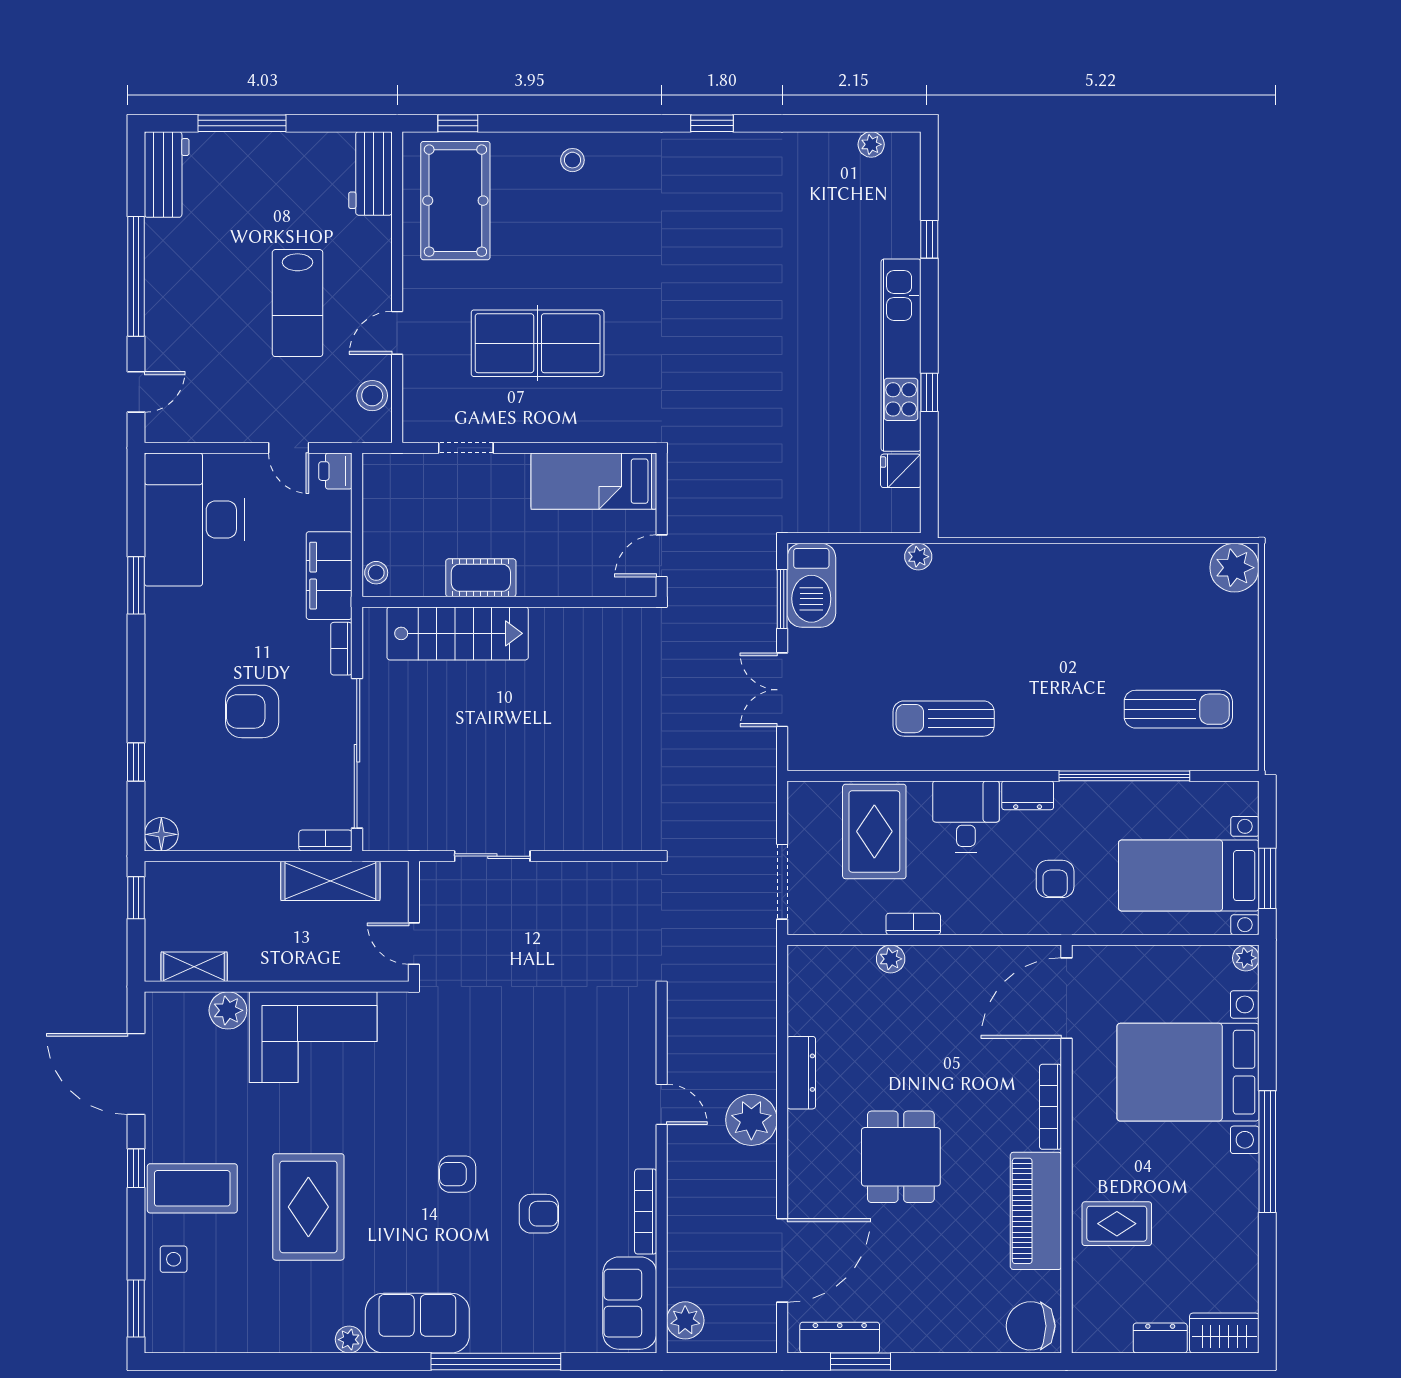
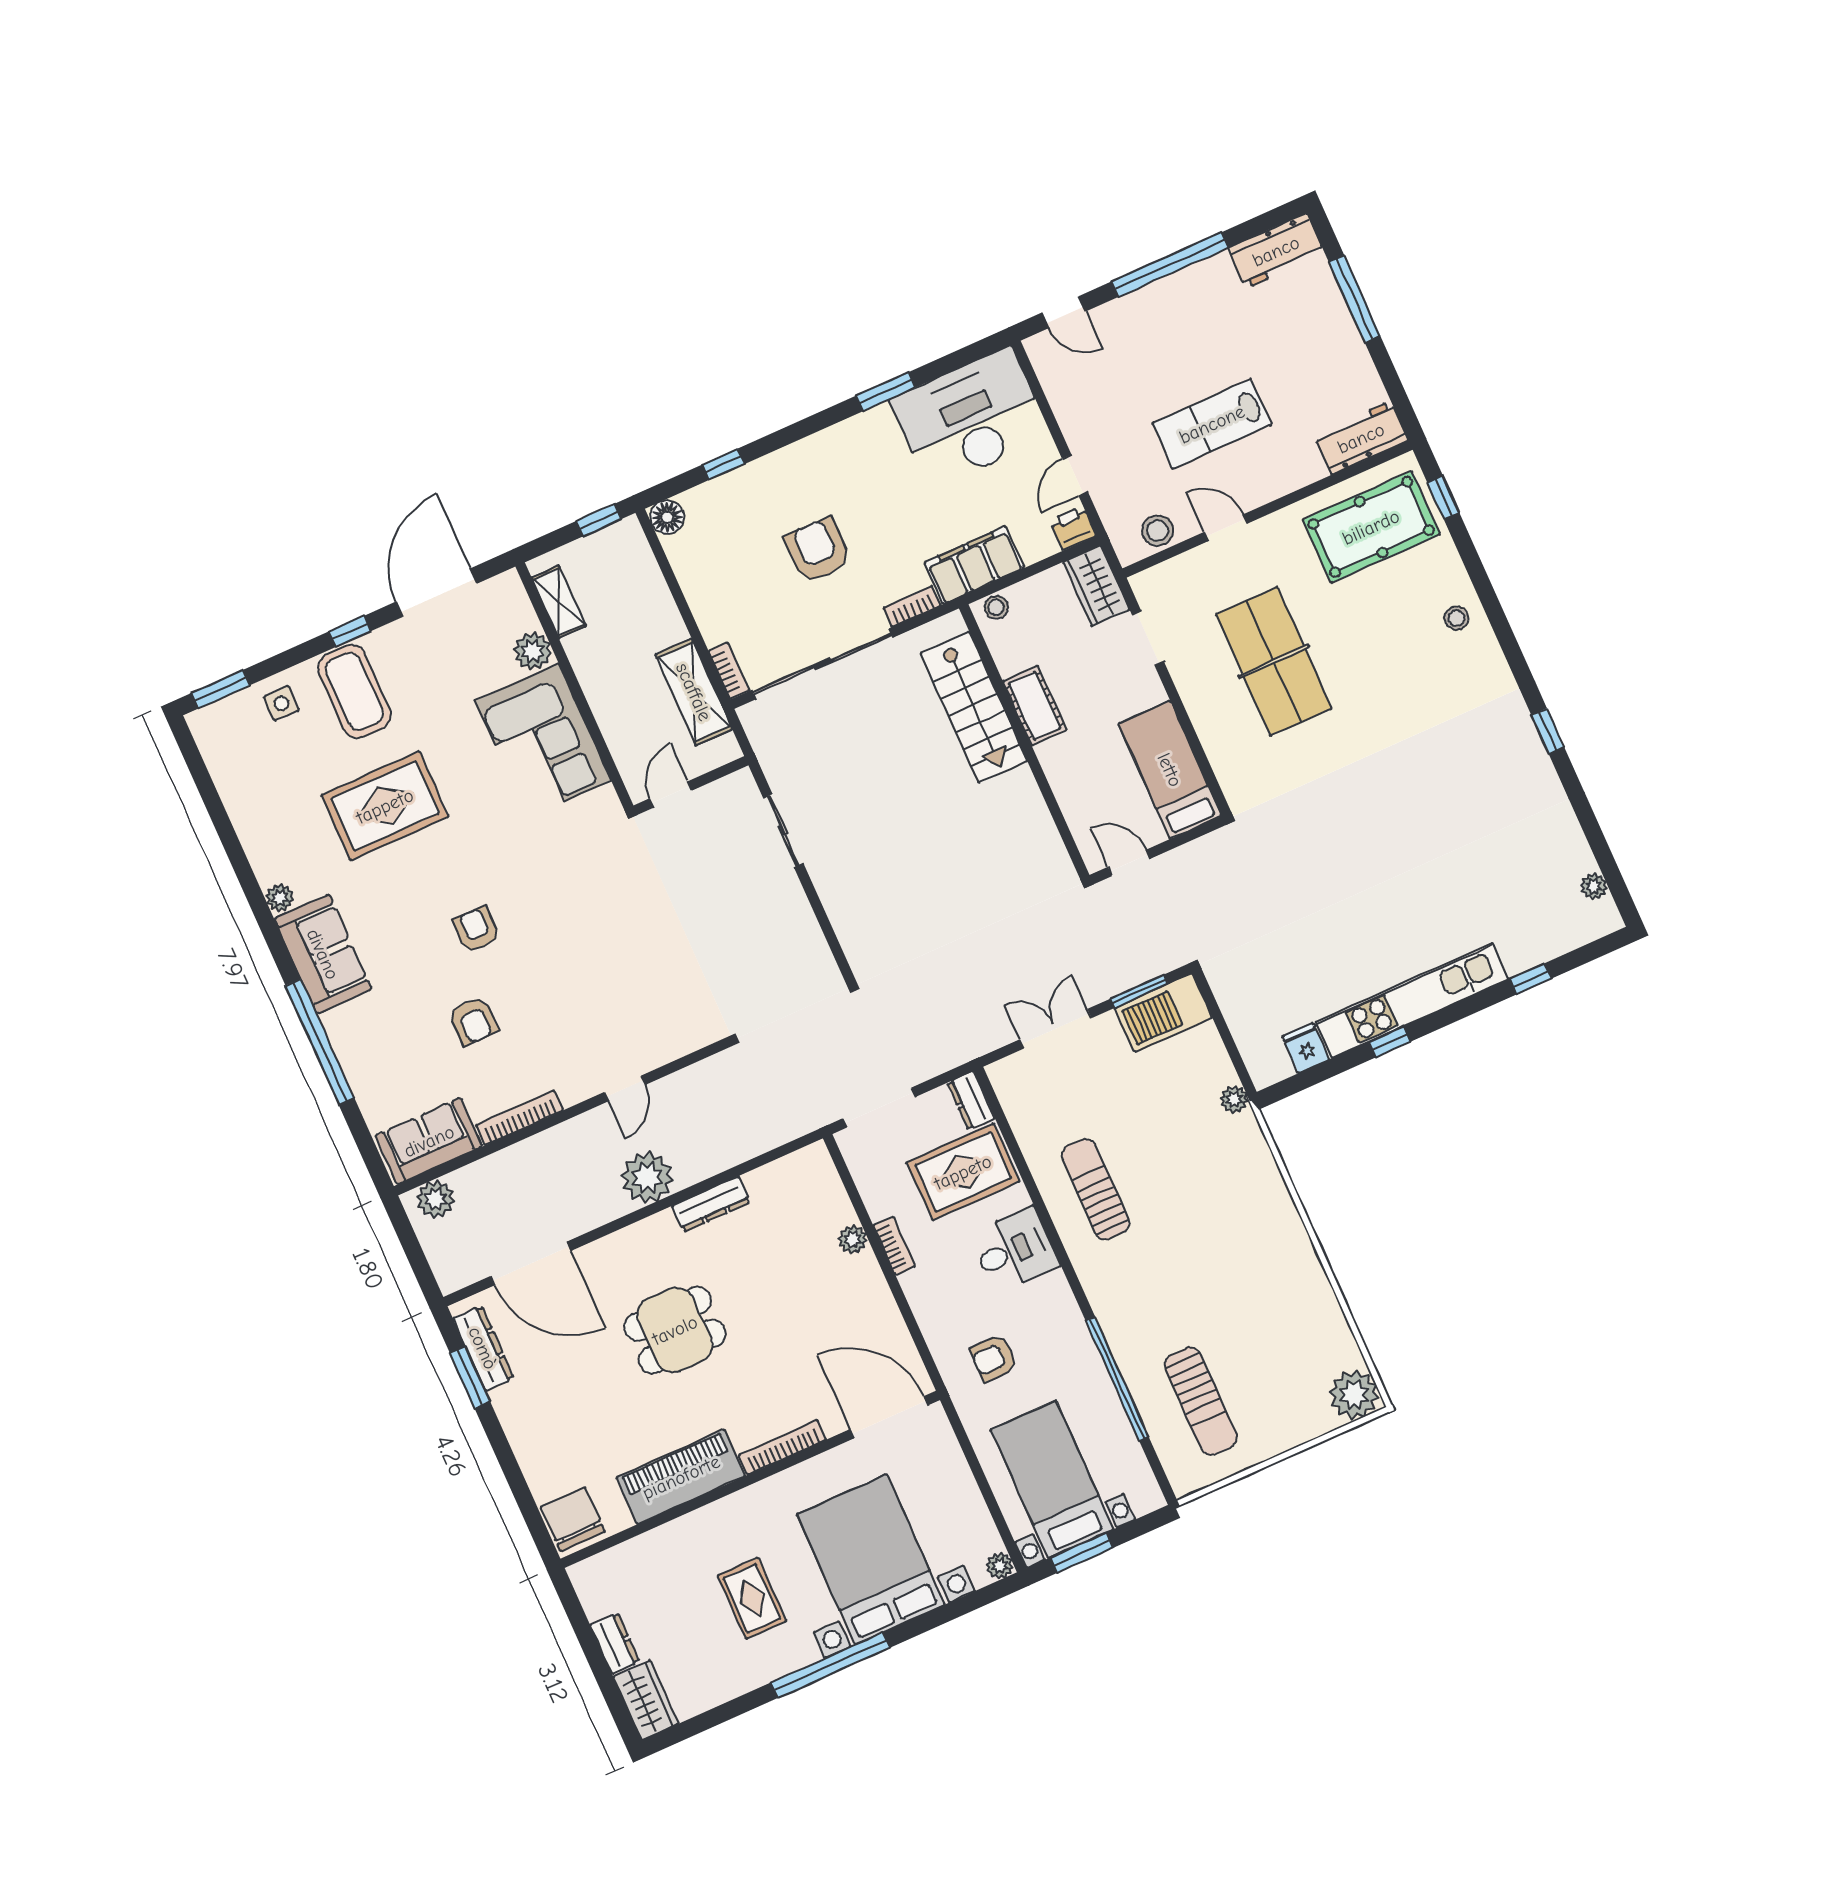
wardrobe: (397, 473) -> (1096, 586), added
dresser: (1028, 795) -> (971, 1101), moved
rug: (1117, 1224) -> (752, 1598), moved

